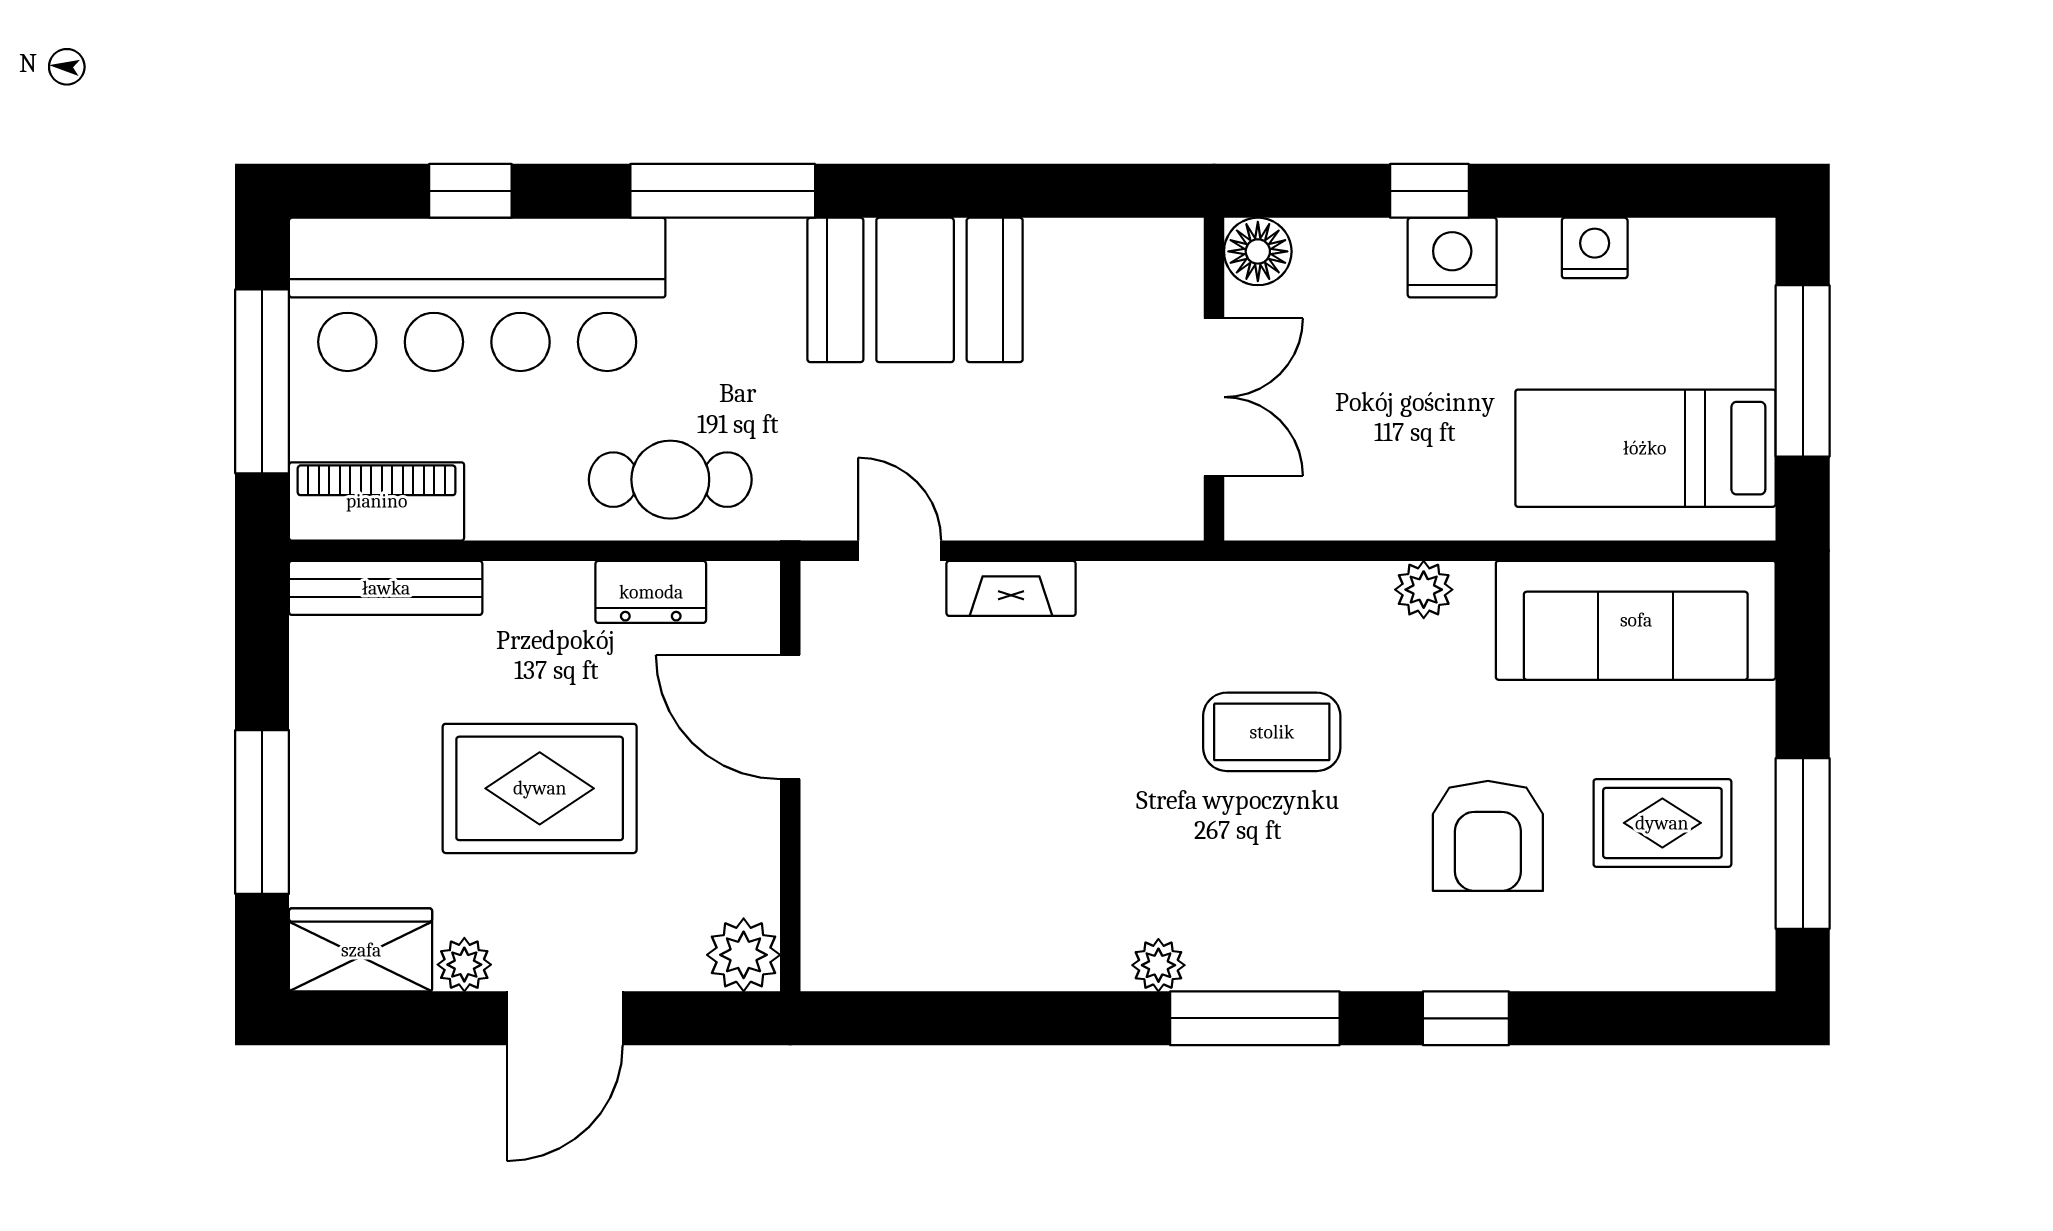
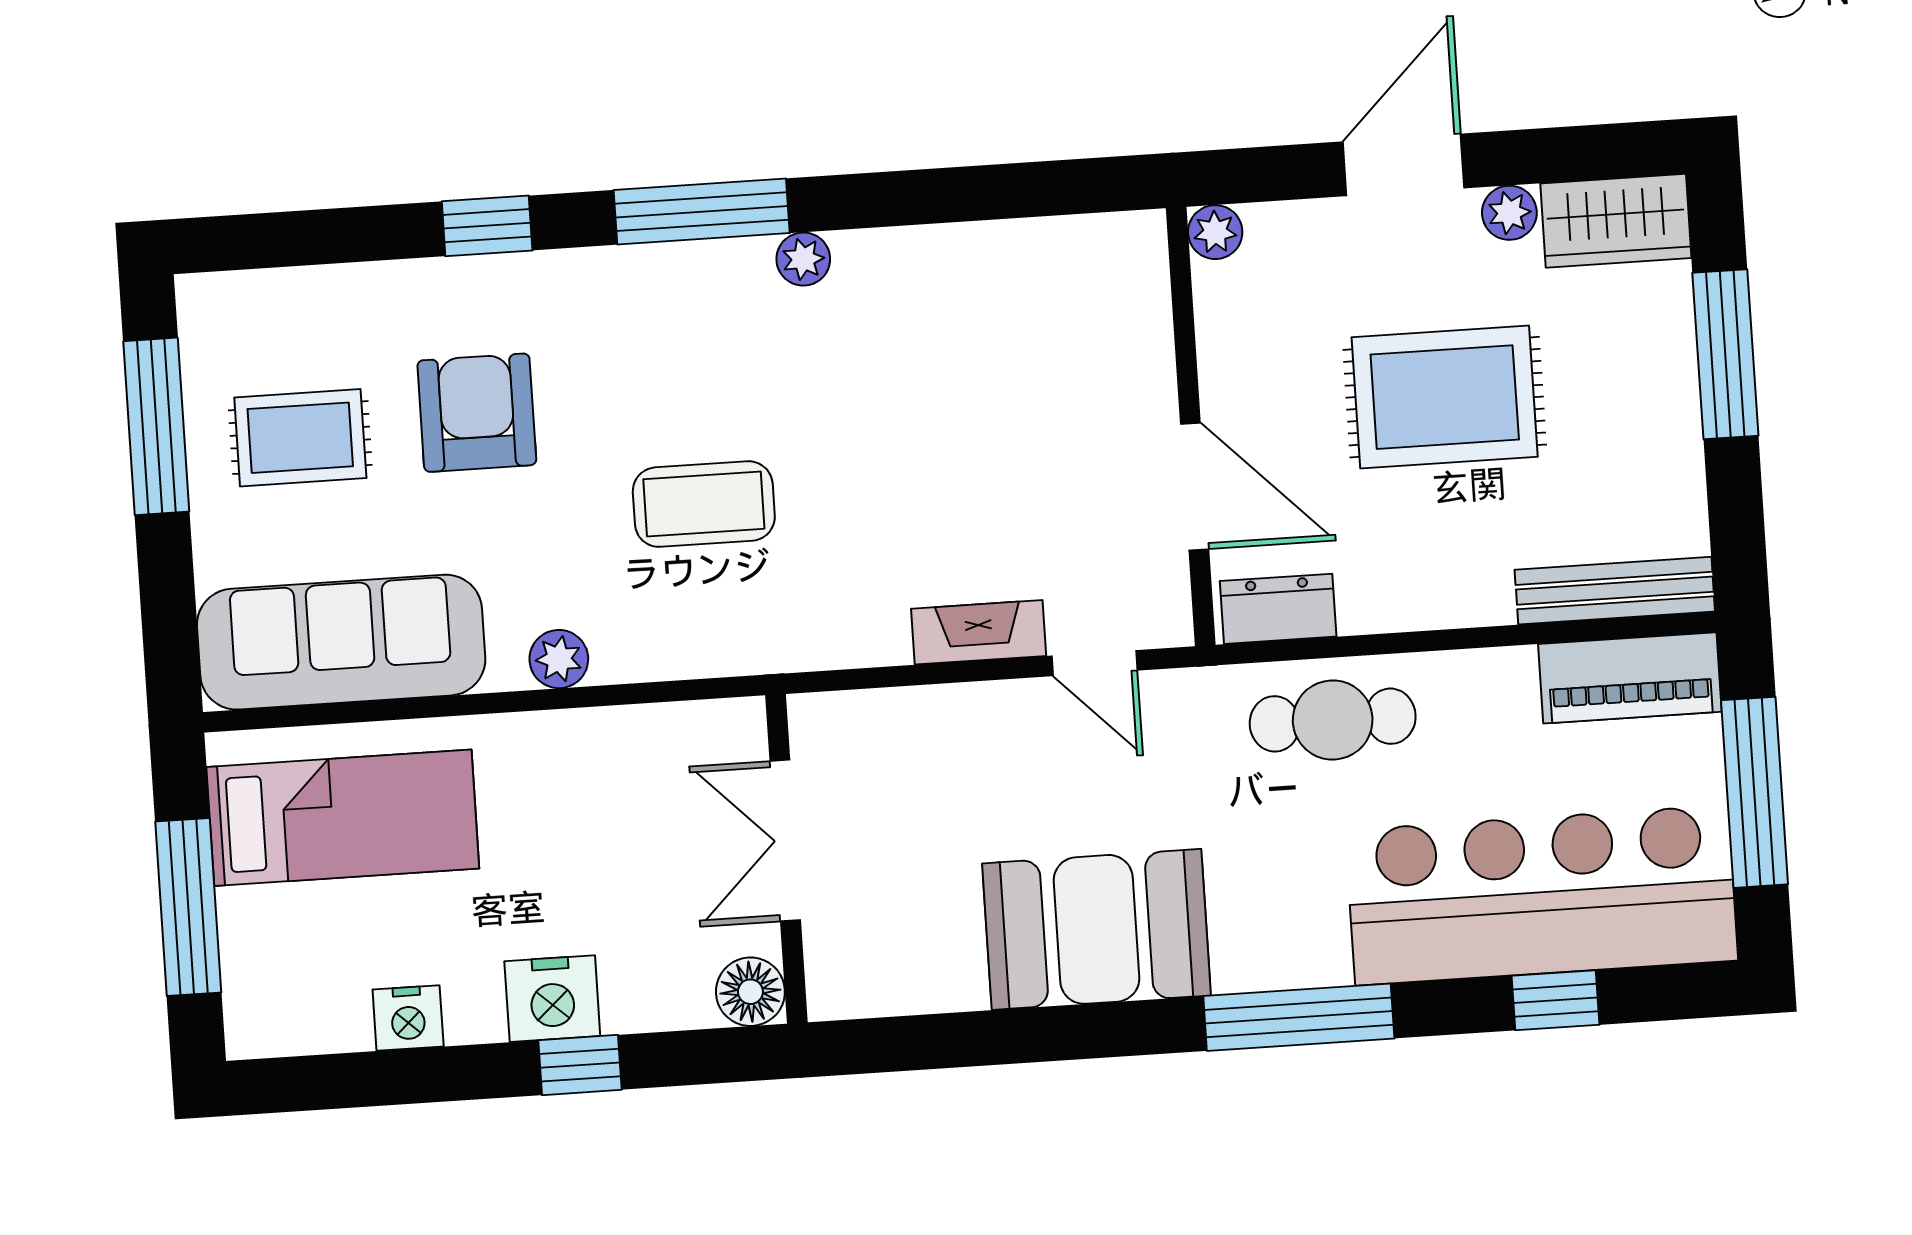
dresser: (651, 592) -> (1278, 609), moved
plant: (744, 955) -> (1215, 232), width x0.73, depth x0.73

